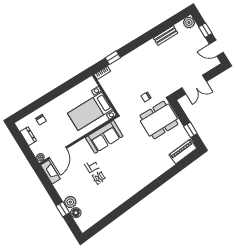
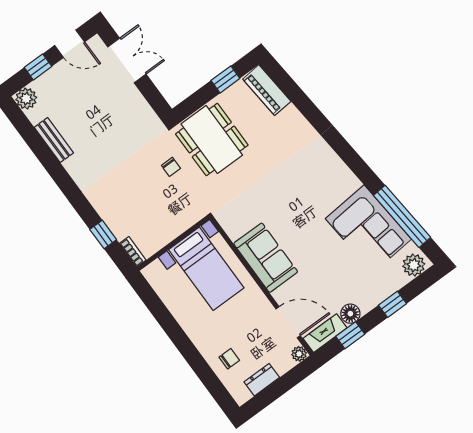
door: (216, 48) -> (70, 44), hinge flipped
double door: (194, 85) -> (127, 61), moved
sofa: (104, 137) -> (266, 258), moved
window: (48, 185) -> (350, 335), added
corner sofa: (104, 200) -> (368, 229), added
plant: (70, 202) -> (414, 265), moved
floor lamp: (76, 213) -> (350, 314), moved
window: (109, 218) -> (402, 216), added

